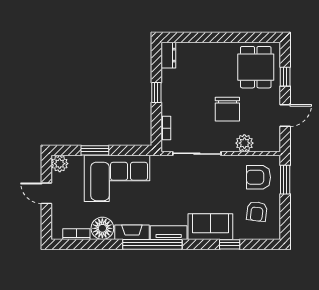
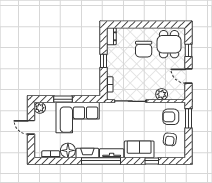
chair: (227, 109) -> (144, 49), moved
door: (285, 116) -> (188, 76), swing flipped

